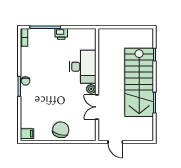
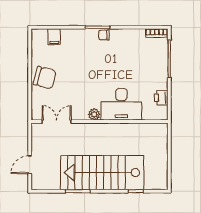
printer: (61, 34) -> (161, 98), moved
double door: (97, 107) -> (57, 122), moved
filing cabinet: (27, 134) -> (54, 37), moved
door: (115, 142) -> (30, 165), moved

